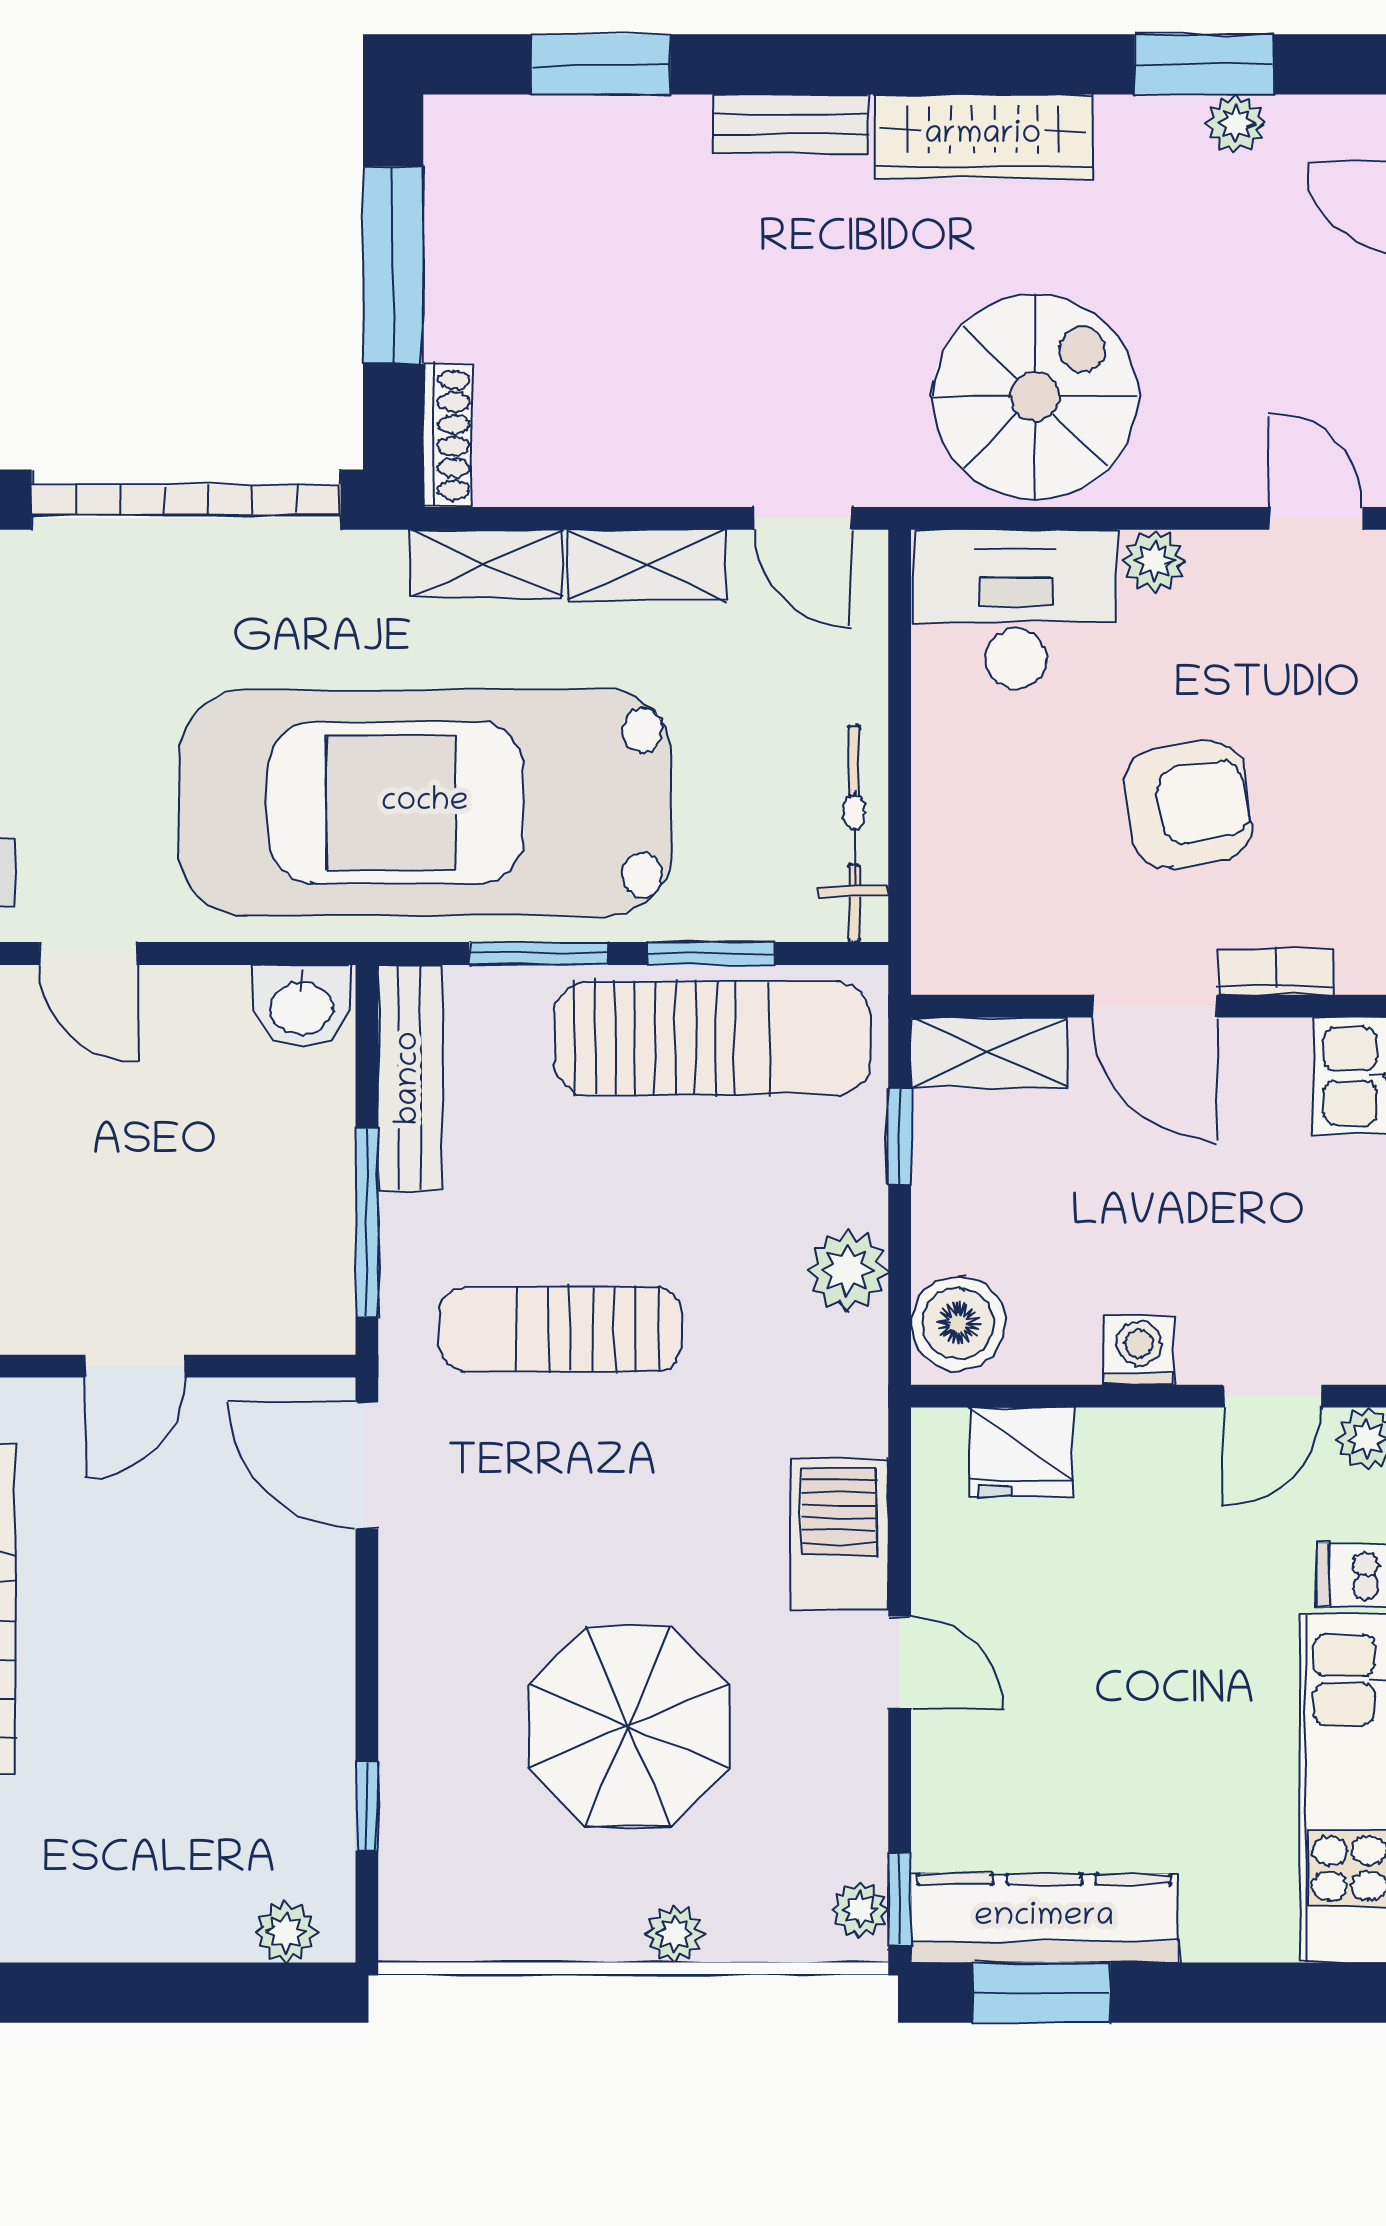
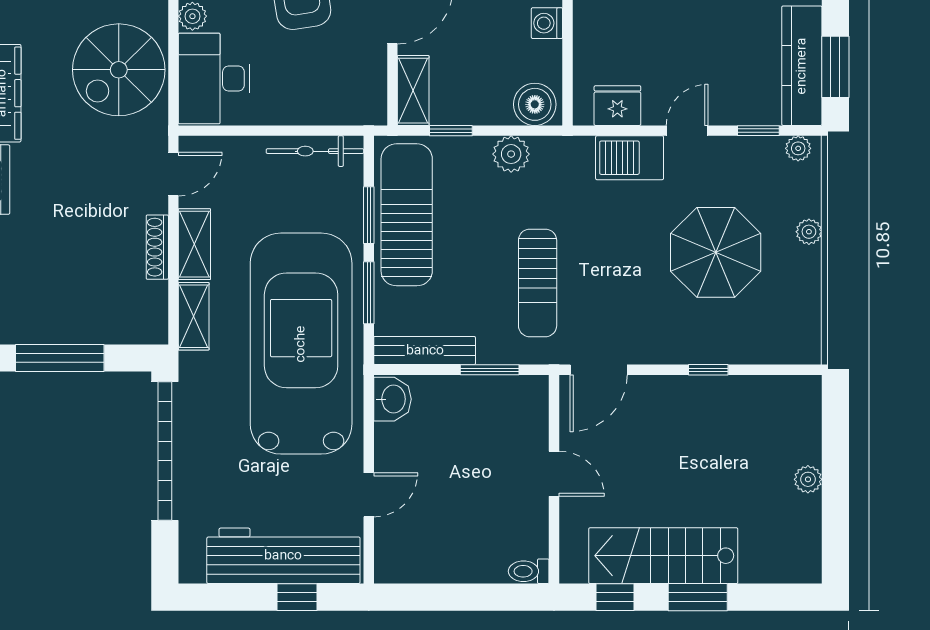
spiral stairs: (1035, 397) -> (119, 70), turned -90
shoe rack: (448, 435) -> (157, 247), moved, turned -90
car: (425, 803) -> (301, 344), turned 180
window: (367, 1223) -> (490, 370), width x0.69
fridge: (1021, 1452) -> (617, 106), moved, turned -90
window: (367, 1806) -> (708, 370), moved
window: (900, 1899) -> (758, 131), moved
plant: (286, 1932) -> (808, 479), moved

